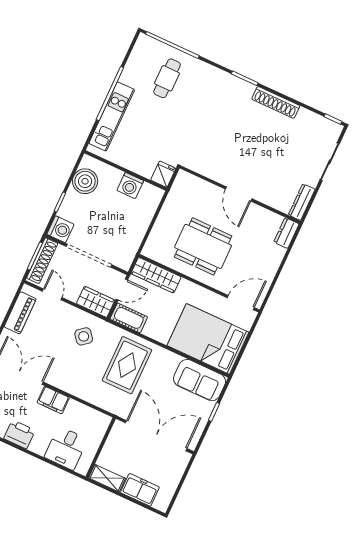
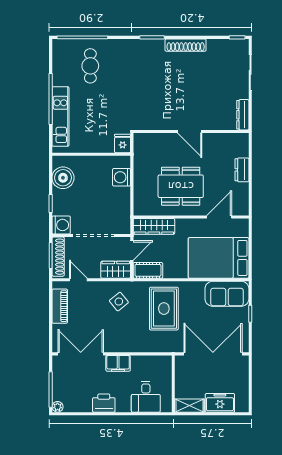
washing machine: (130, 186) -> (122, 177), moved, turned 90
dresser: (286, 233) -> (242, 170), moved
door: (241, 303) -> (219, 217), moved

